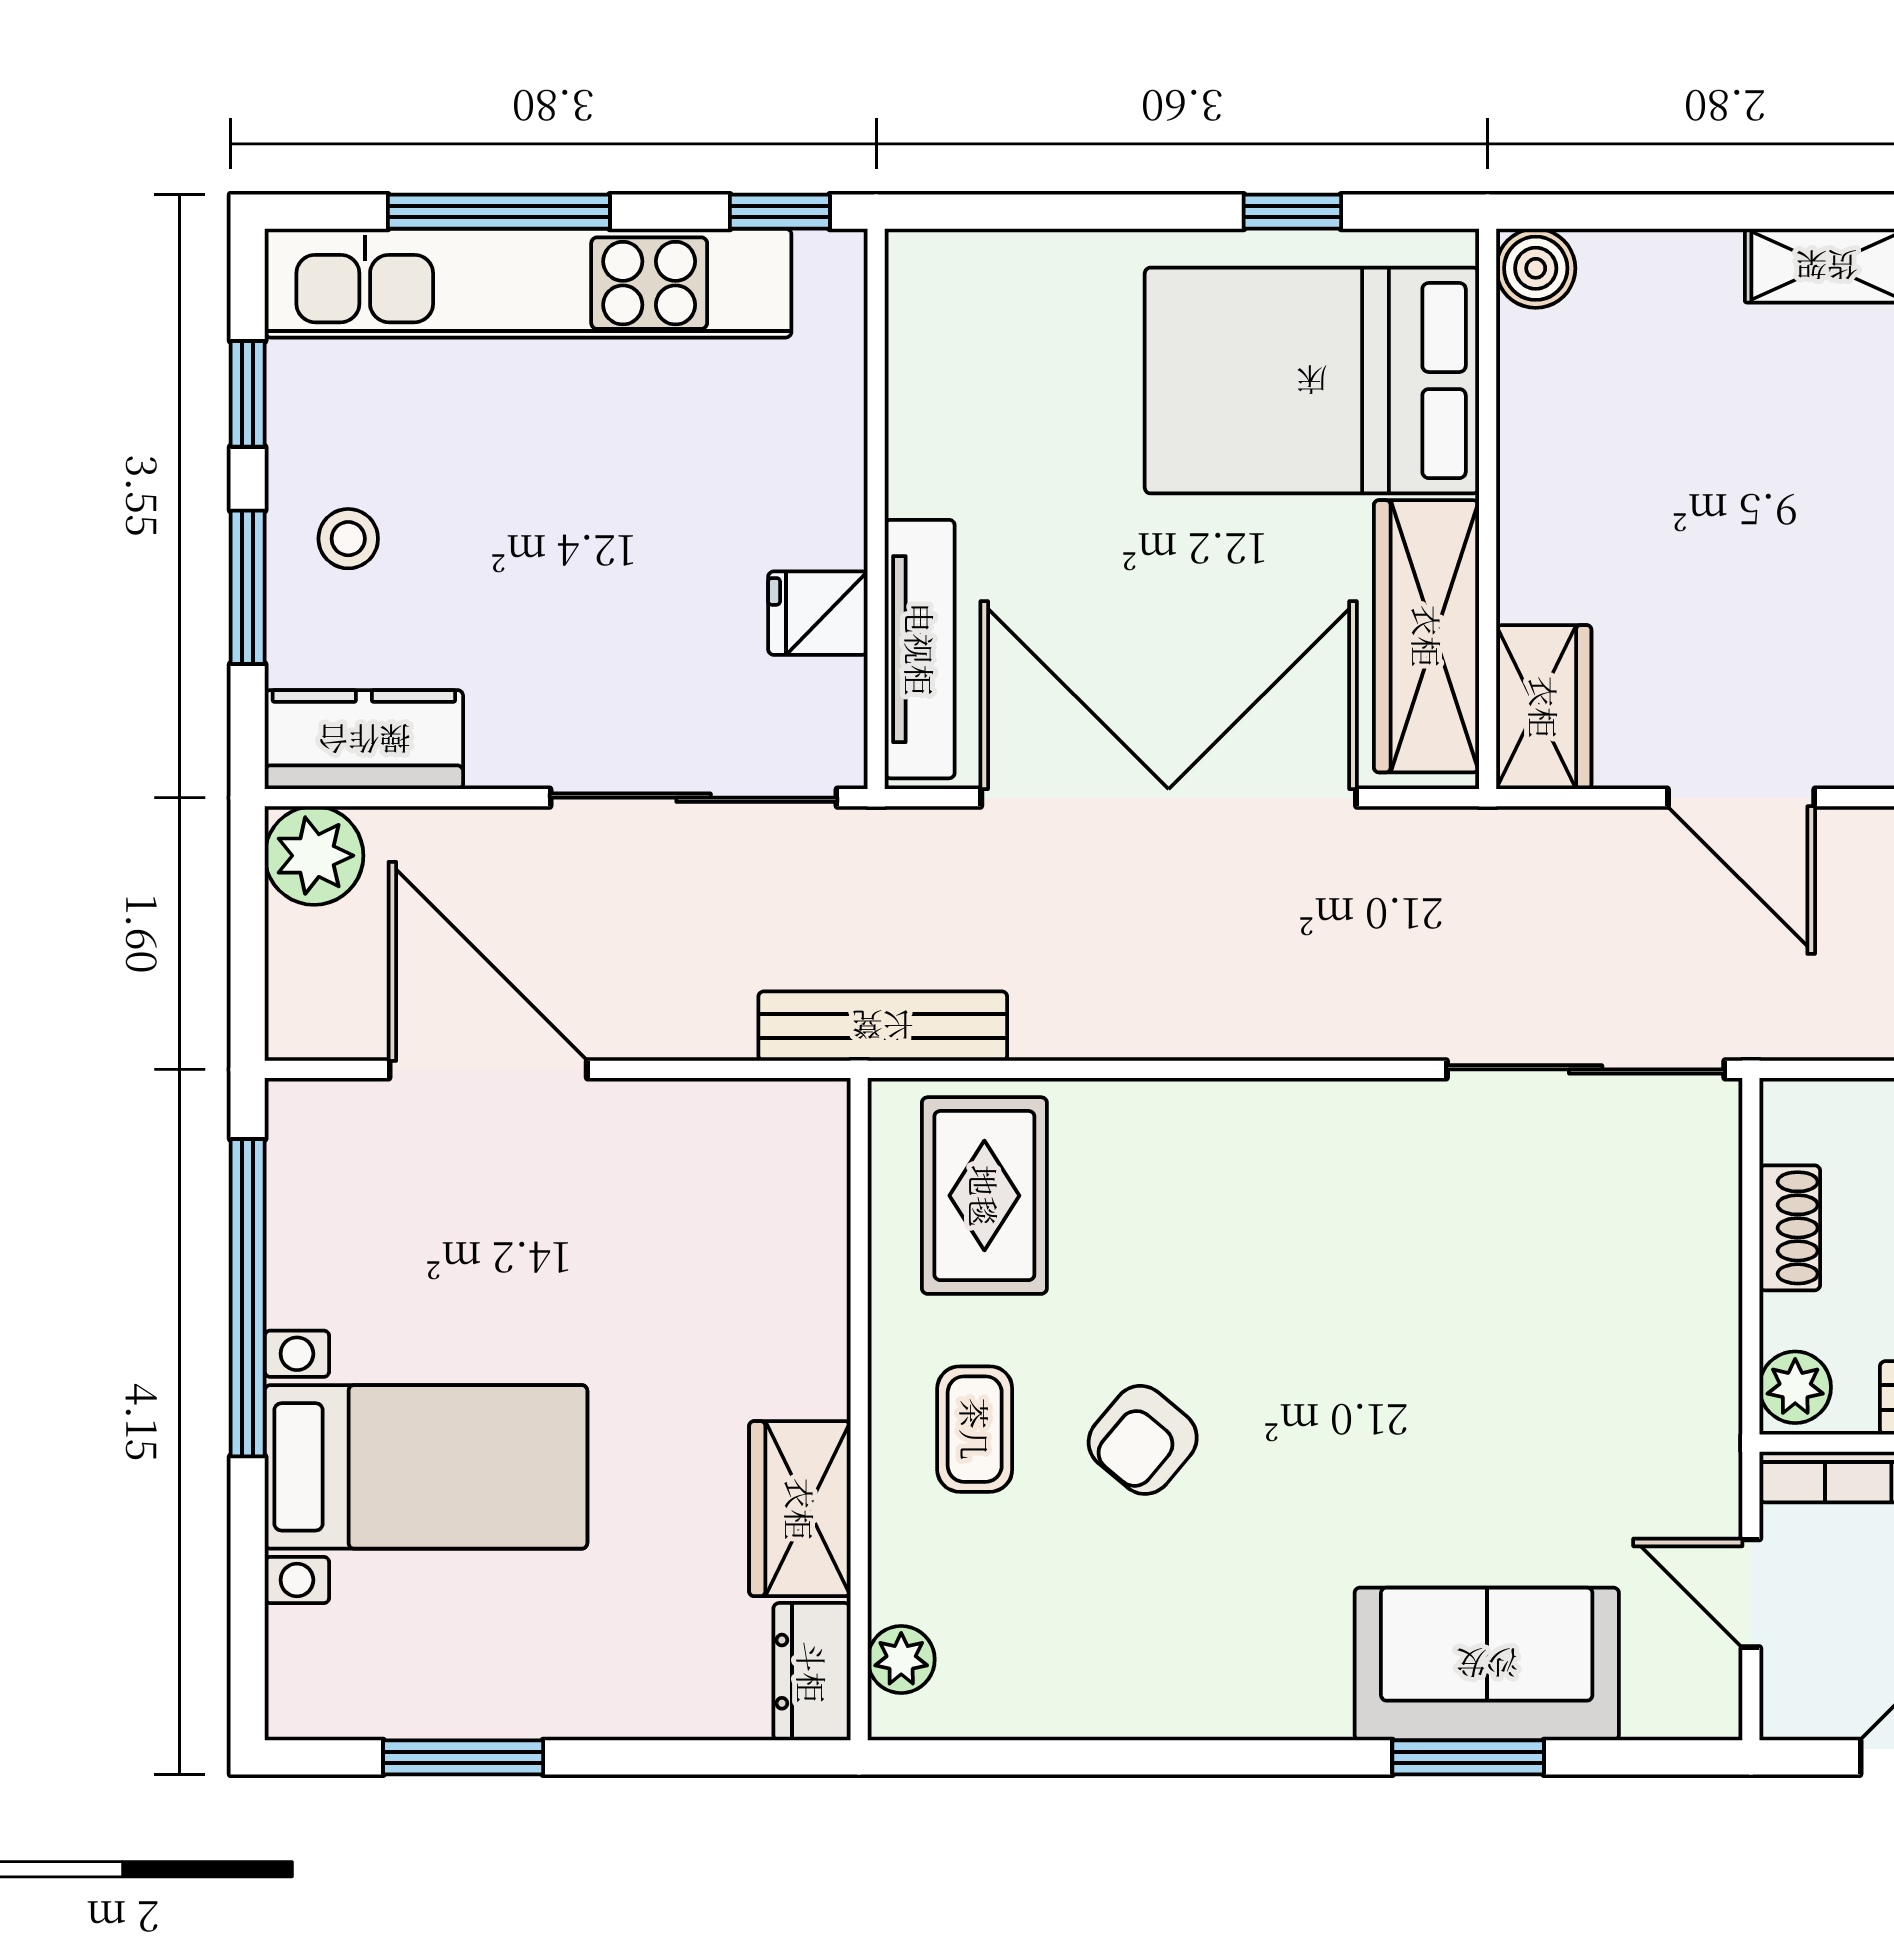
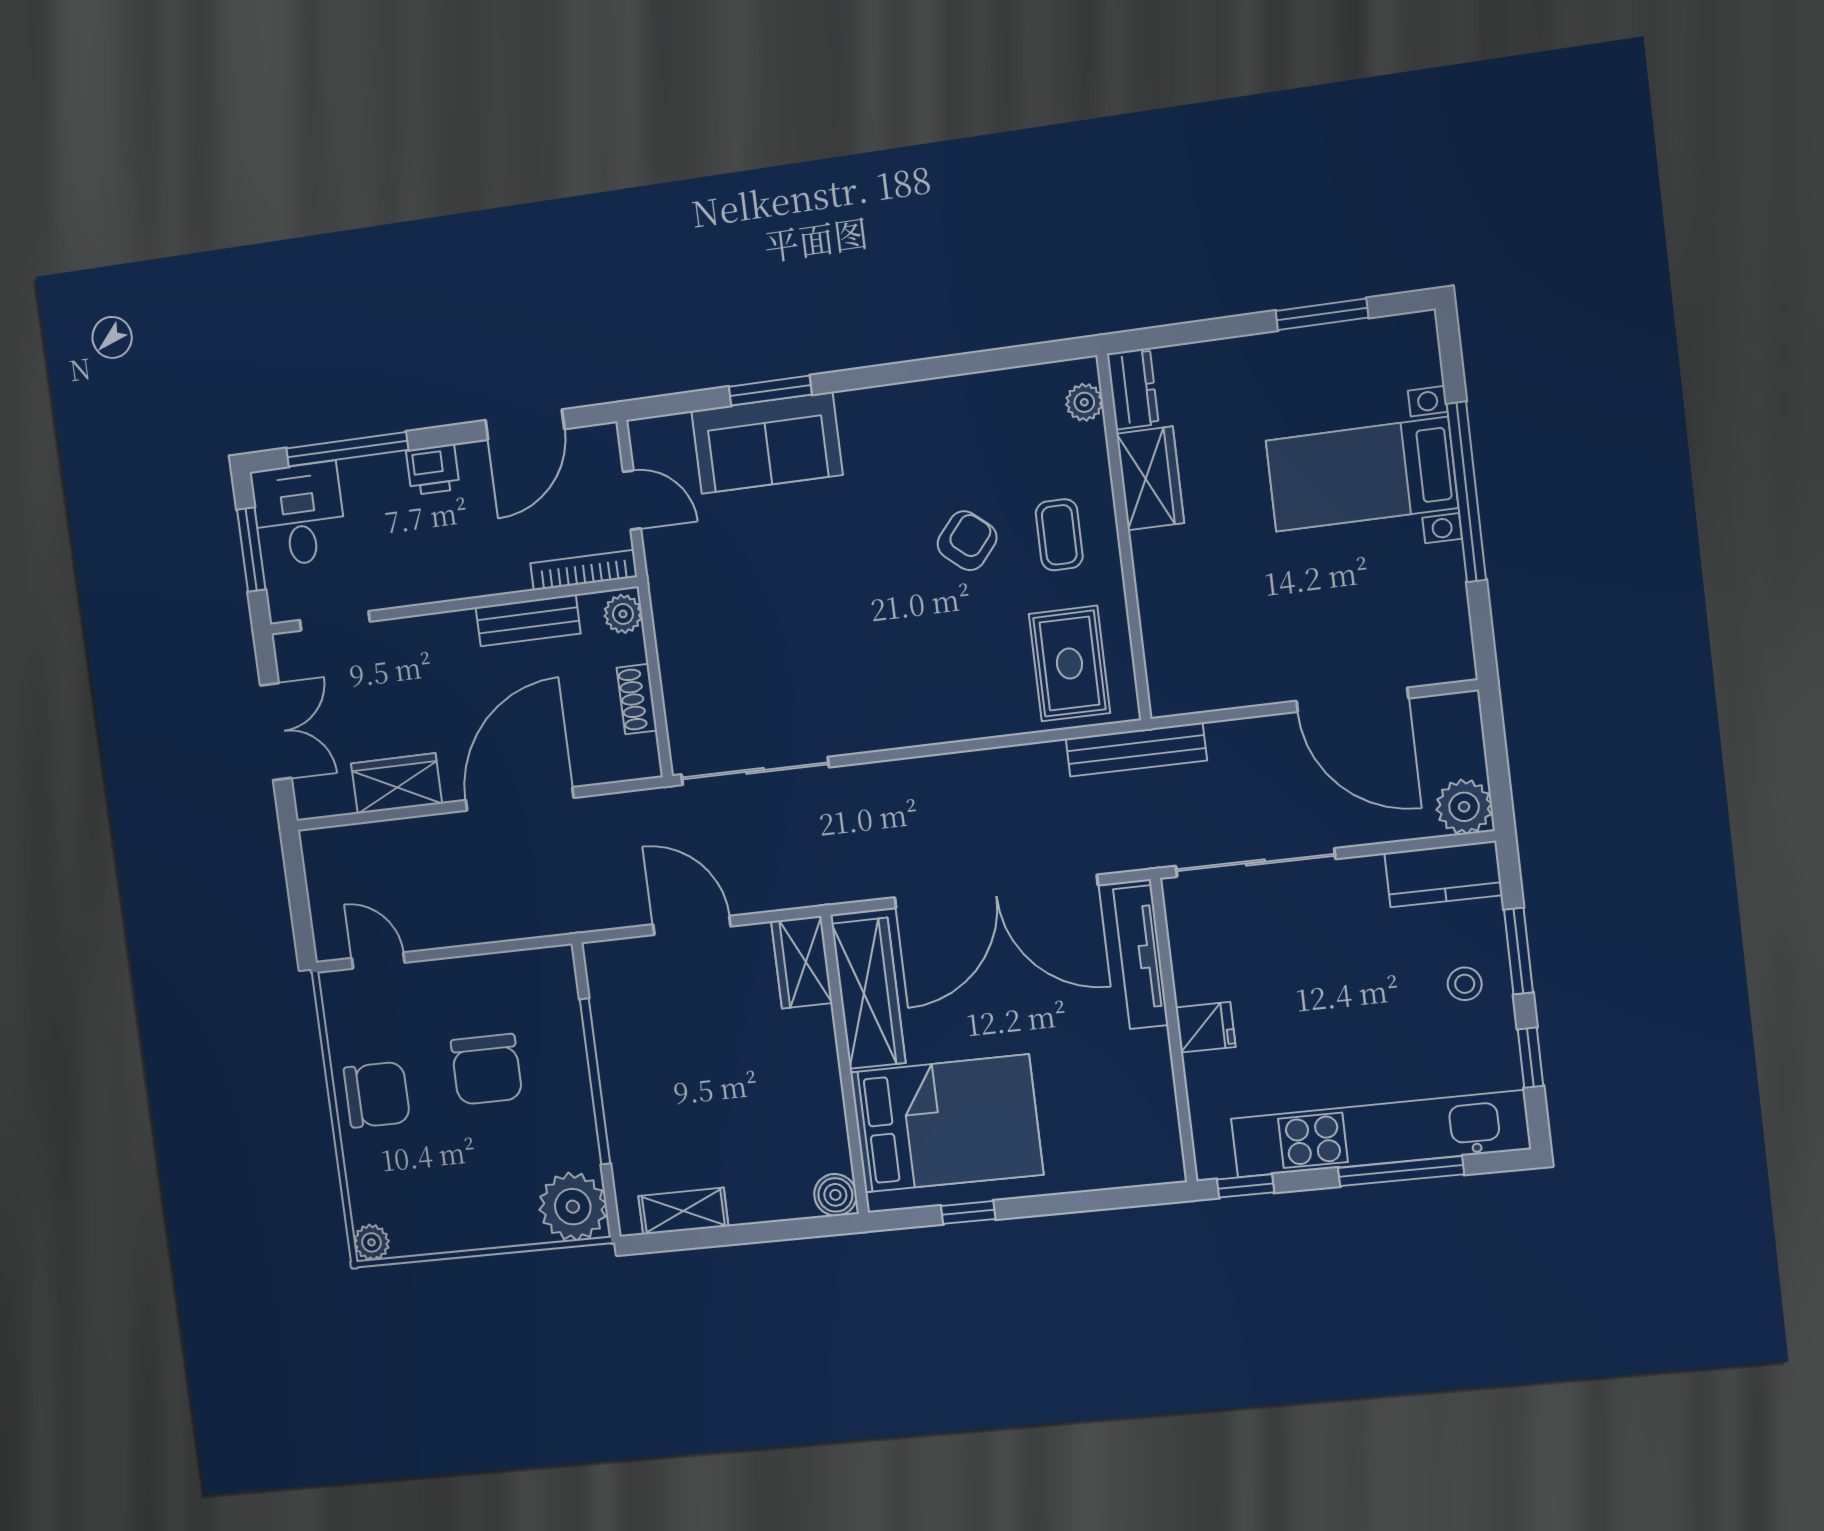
fridge: (818, 613) -> (1206, 1027), moved
window: (248, 1298) -> (1466, 492), moved

